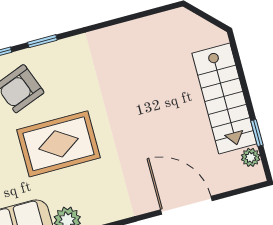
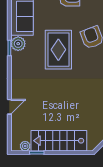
door: (186, 205) -> (9, 107), width x0.53

